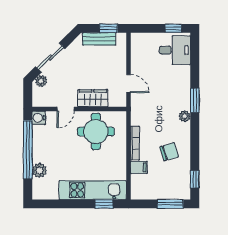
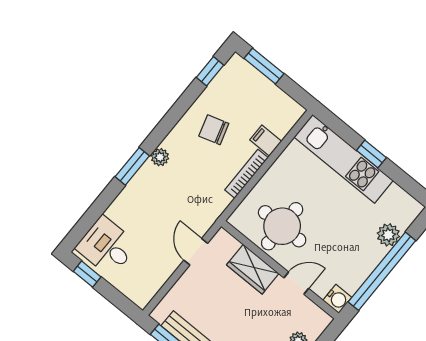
window: (104, 204) -> (371, 154), moved

